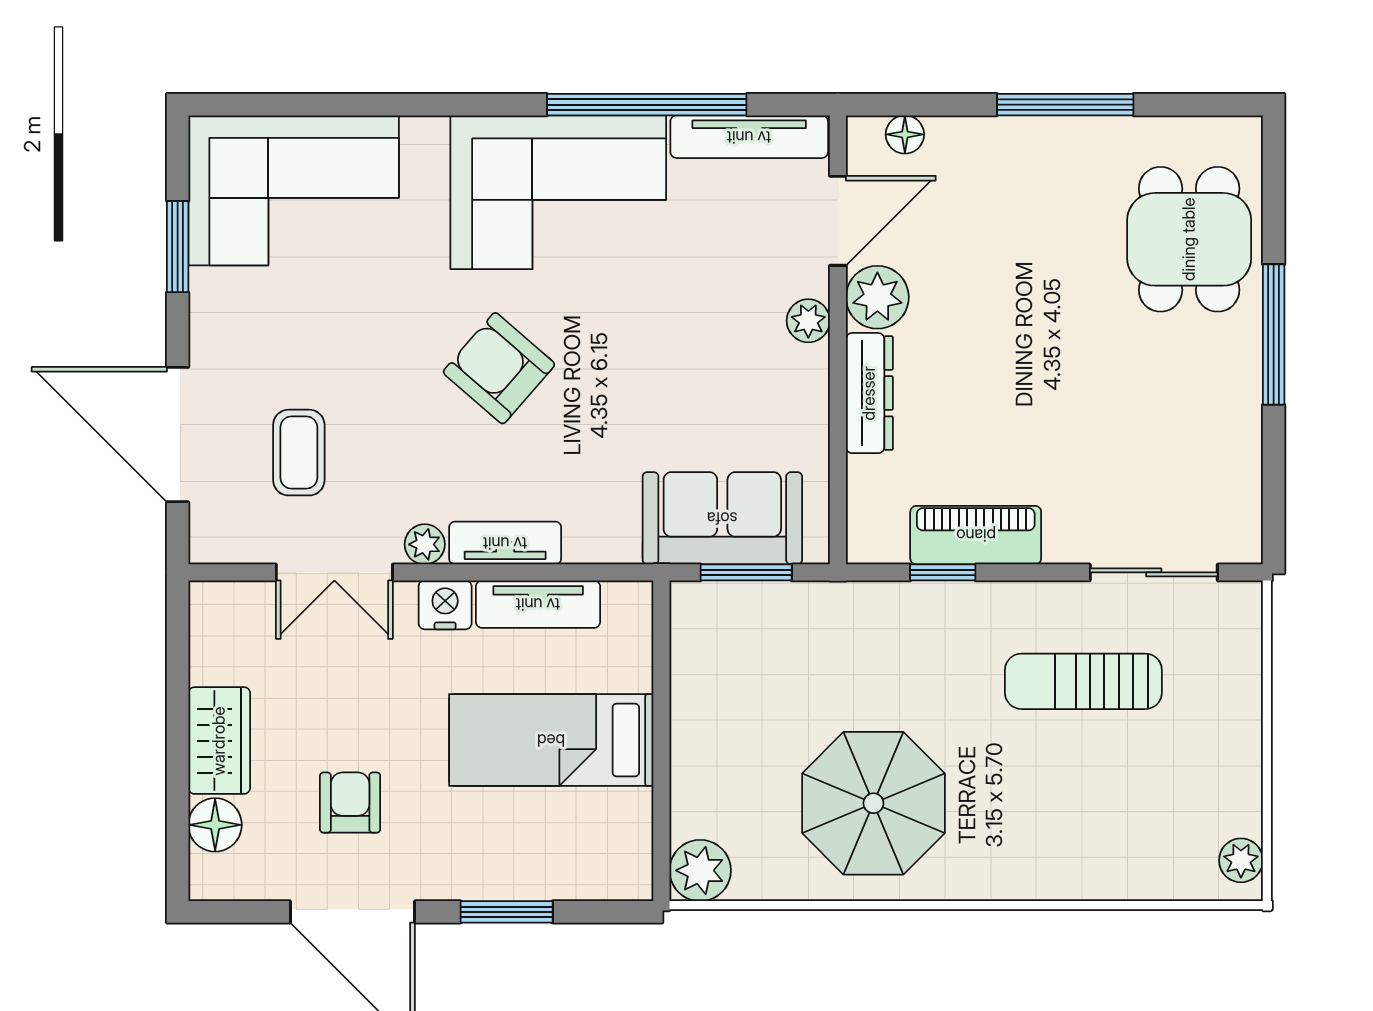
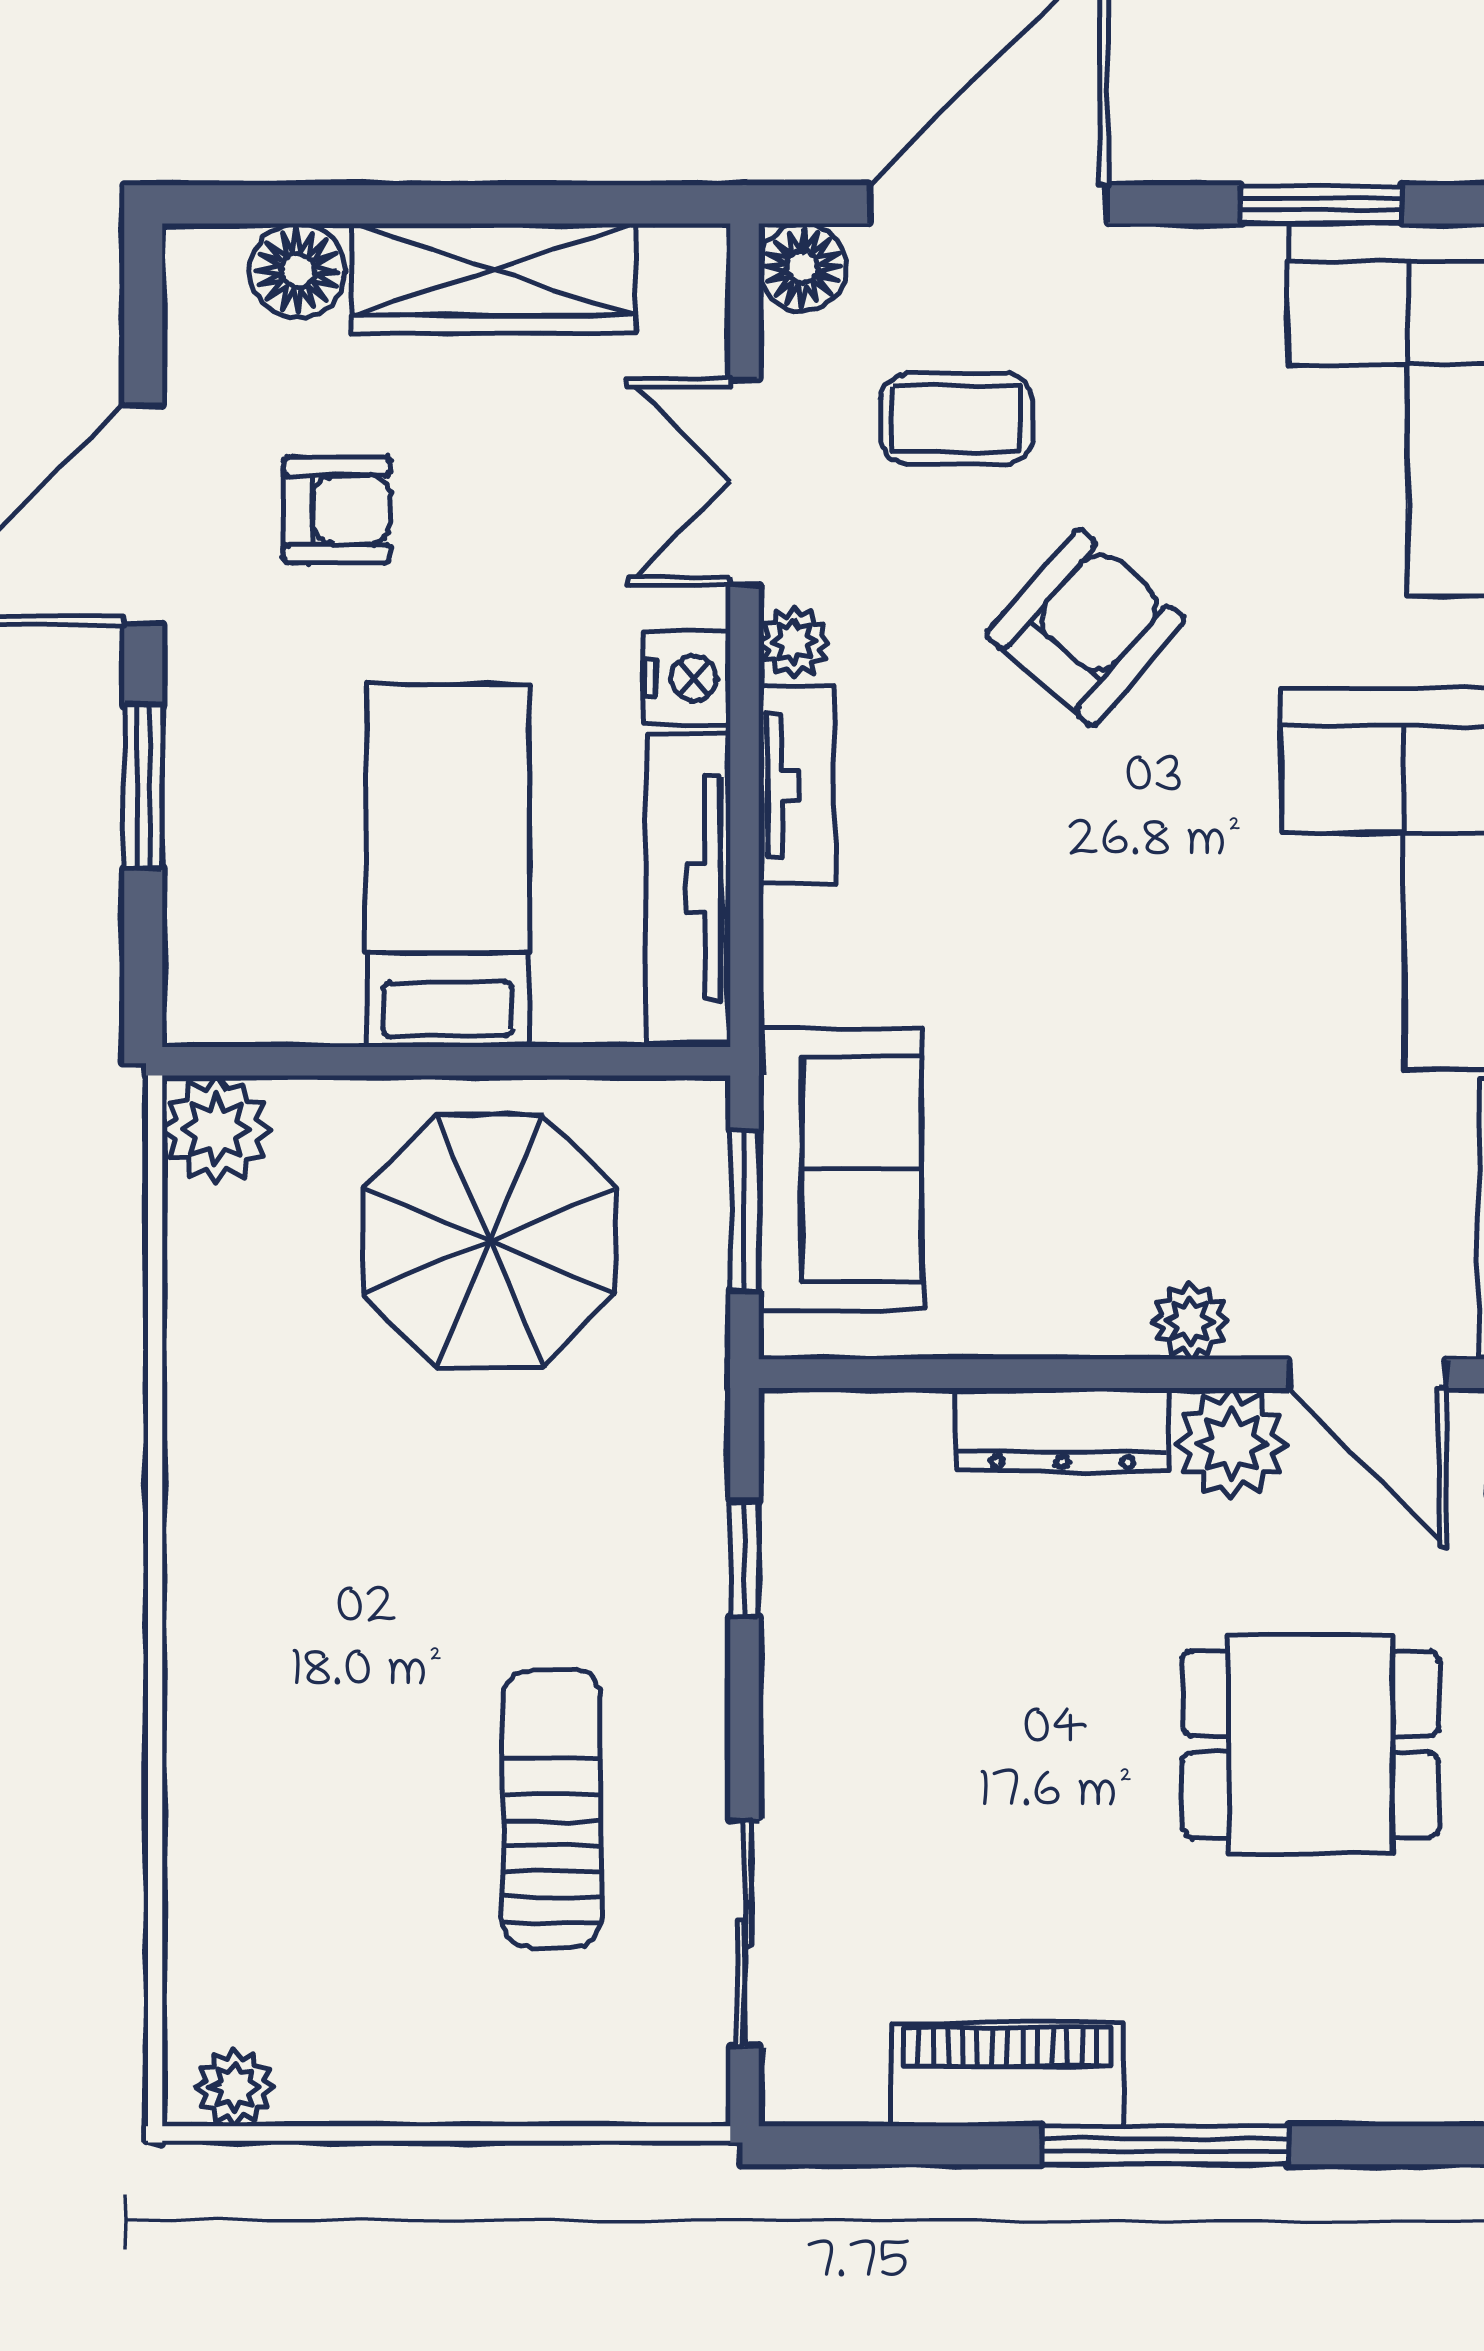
dining table: (1189, 239) -> (1311, 1744), moved
armchair: (499, 368) -> (1086, 627), moved
piano: (976, 535) -> (1008, 2074), moved, turned -90
floor lamp: (213, 540) -> (803, 267), added
tv unit: (538, 604) -> (688, 888), width x1.41
wardrobe: (219, 741) -> (494, 278), width x1.50
parasol: (873, 803) -> (489, 1241), moved

